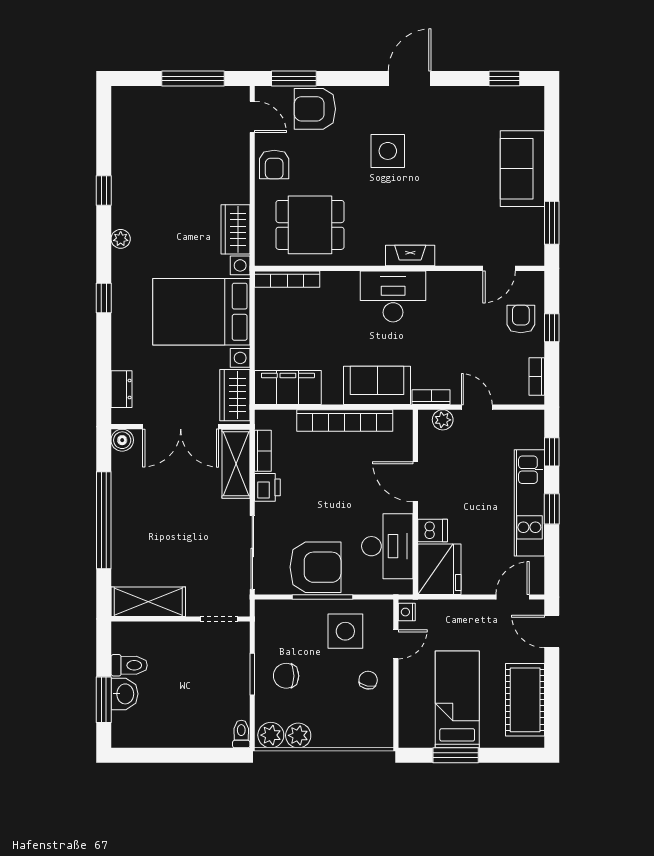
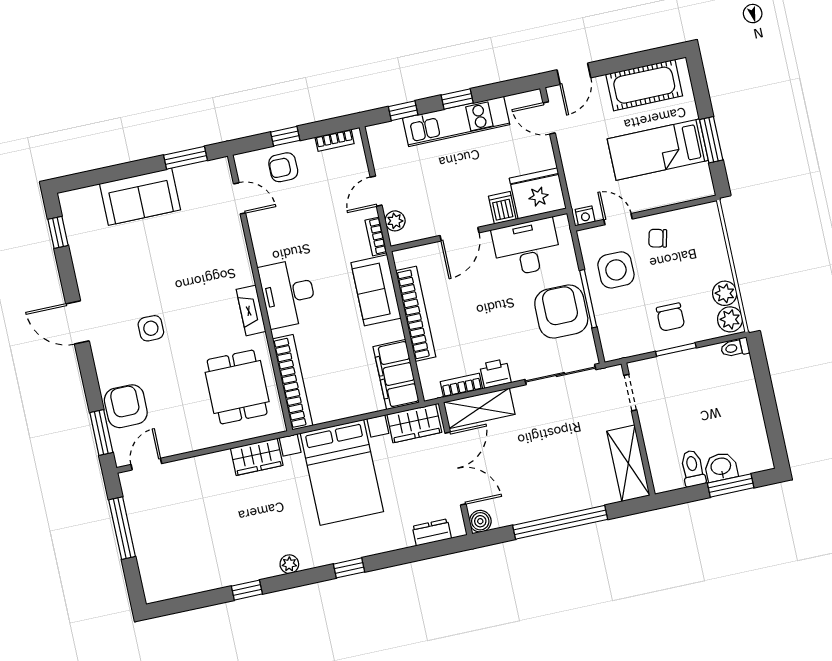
armchair: (315, 109) -> (126, 406), turned 180
side table: (388, 151) -> (151, 328), width x0.73, depth x0.73
armchair: (274, 165) -> (187, 433), removed
fireplace: (410, 256) -> (251, 310), moved
bookcase: (287, 279) -> (293, 382), width x1.48, depth x1.31

